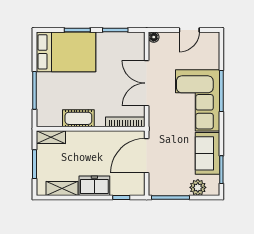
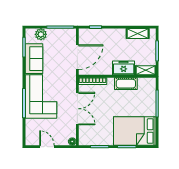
door: (189, 30) -> (47, 147), hinge flipped
freezer: (94, 186) -> (124, 68), moved, turned 180

